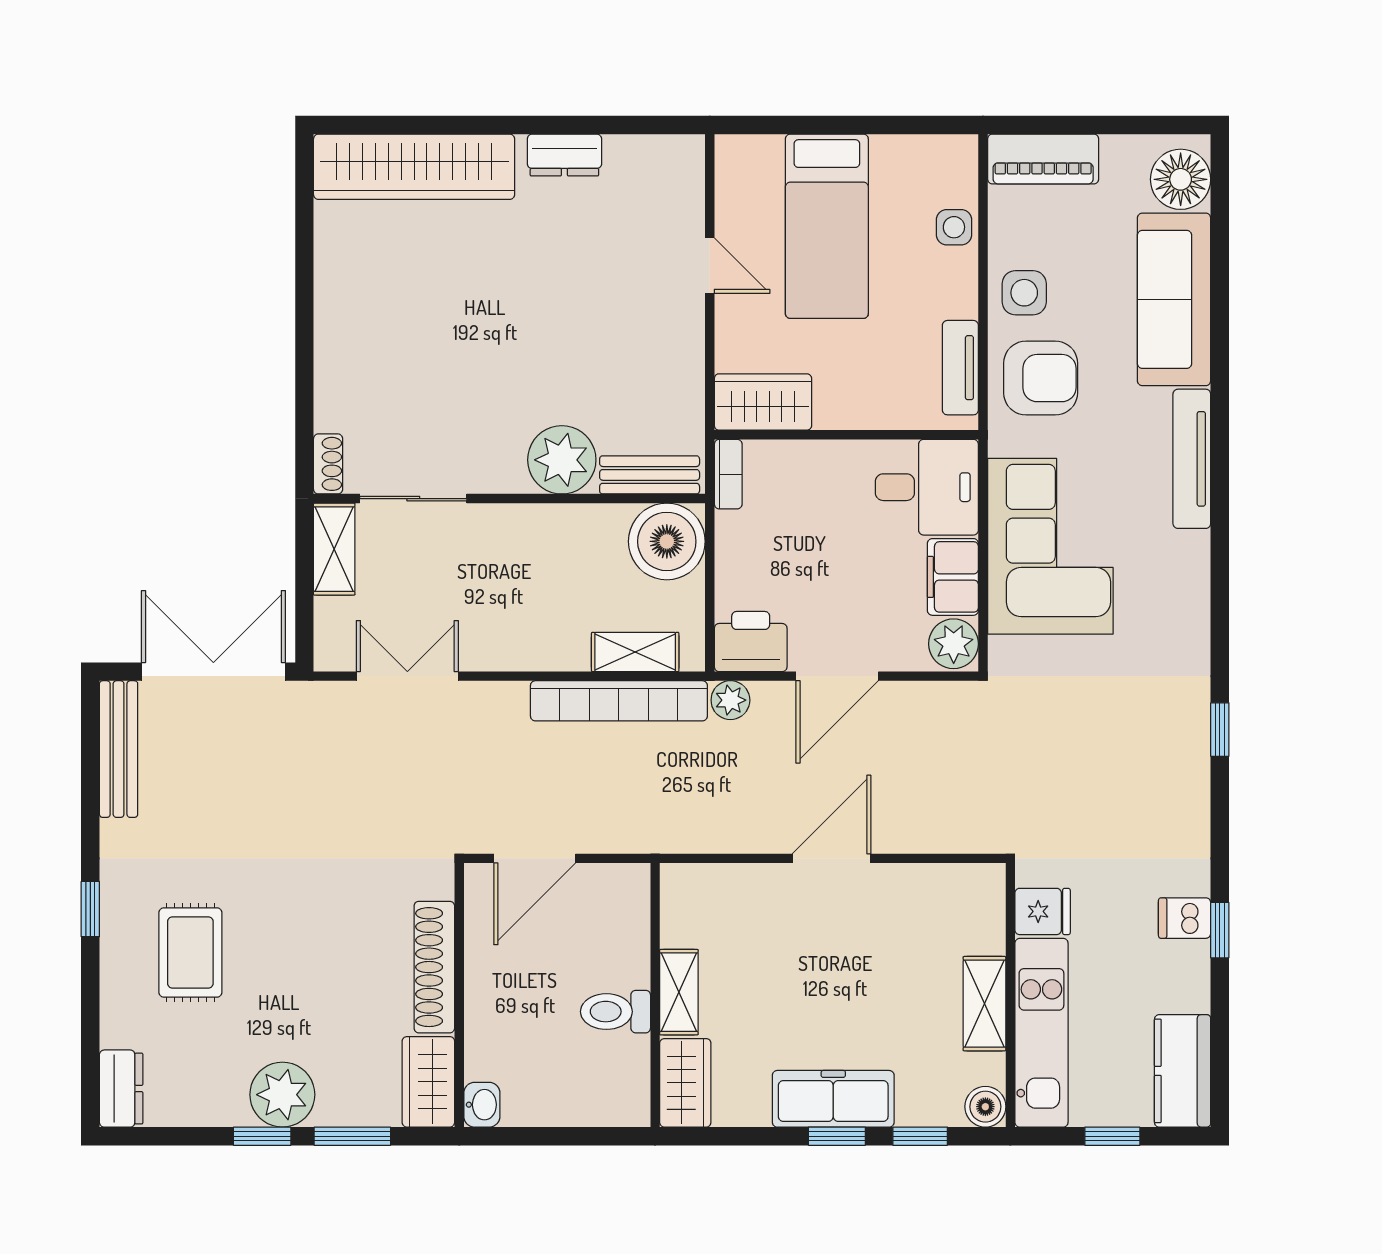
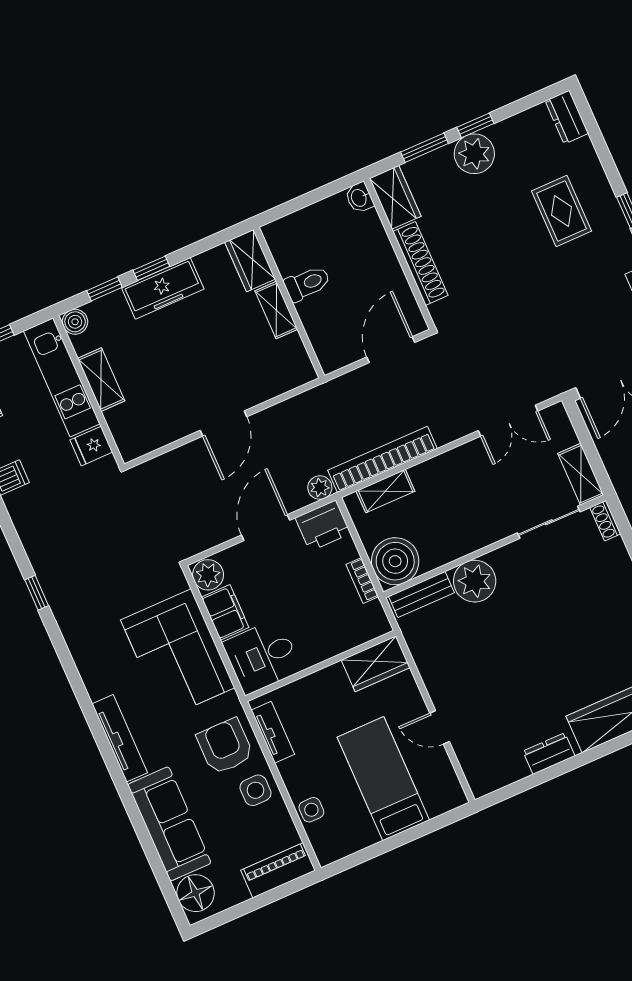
armchair: (1041, 378) -> (225, 746), turned 90
bookcase: (728, 474) -> (362, 580), moved

